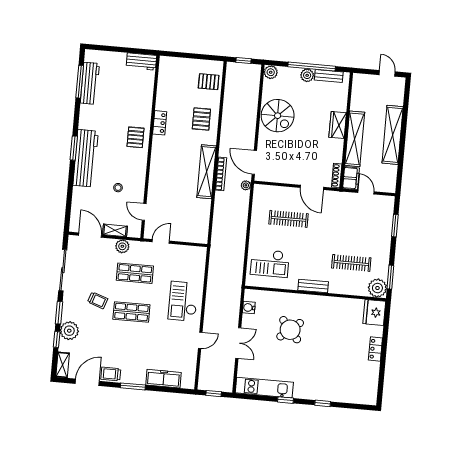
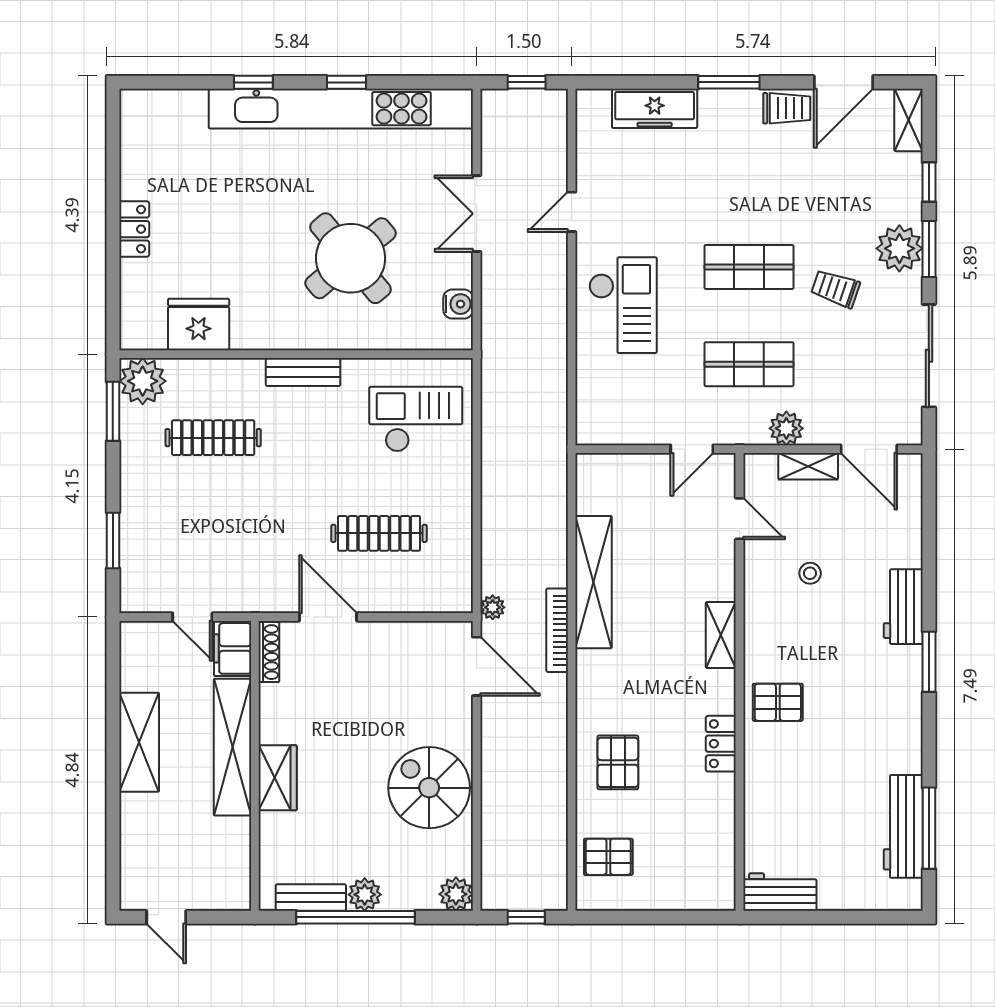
shelving: (393, 135) -> (139, 742), width x0.68
pallet: (135, 137) -> (778, 702), turned 90
workbench: (86, 158) -> (903, 607), width x0.53, depth x0.76
shelving: (156, 166) -> (721, 635), added
shelving: (206, 172) -> (594, 582), moved
fridge: (374, 312) -> (199, 324), moved, turned -90
round table: (290, 330) -> (351, 258), width x1.36, depth x1.36
plant: (69, 331) -> (899, 248), moved
kitchen unit: (264, 388) -> (341, 109), width x1.86

